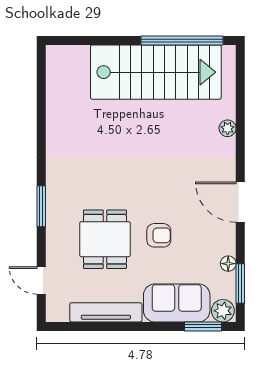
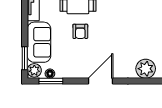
plant: (228, 128) -> (146, 69), width x1.88, depth x1.88
floor lamp: (228, 264) -> (50, 74), moved

